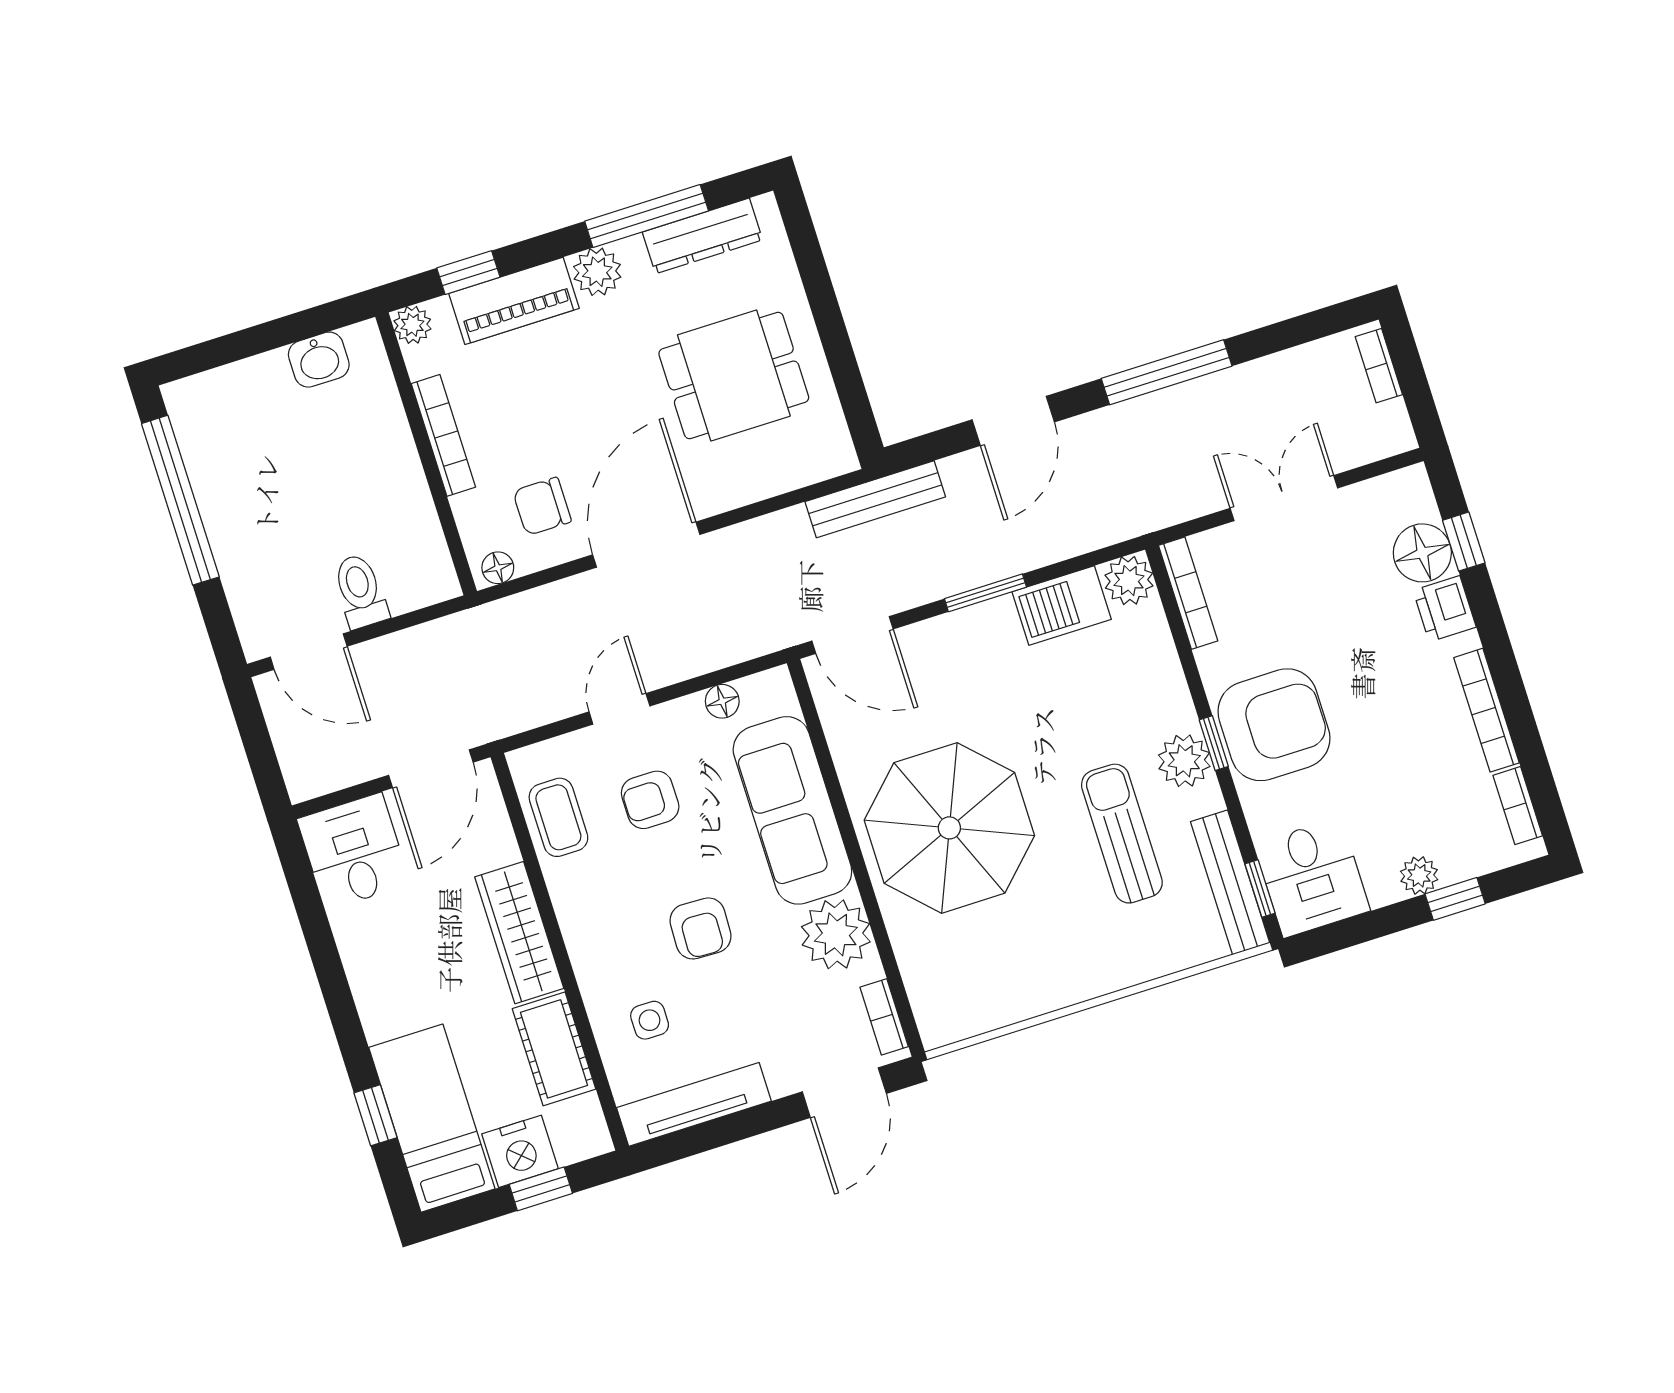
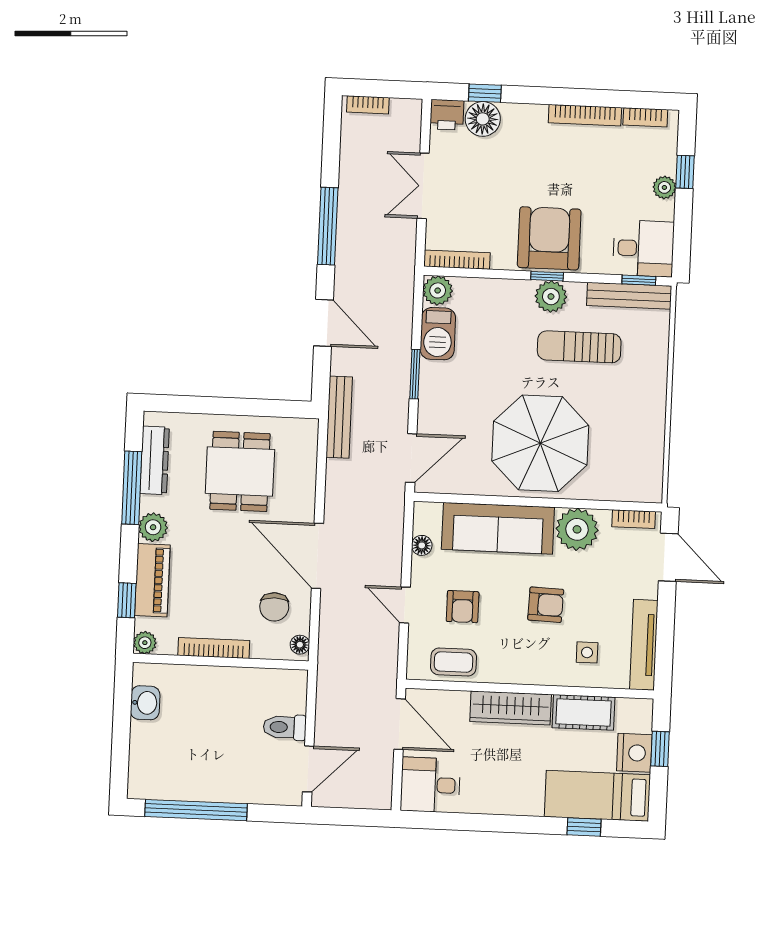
printer: (1445, 609) -> (447, 115), moved

